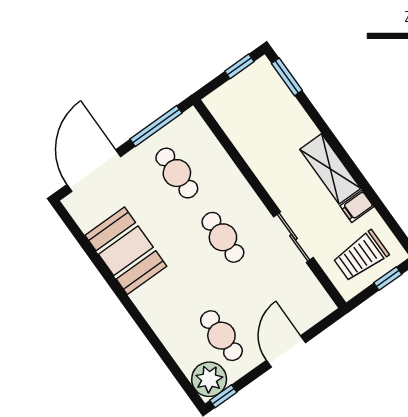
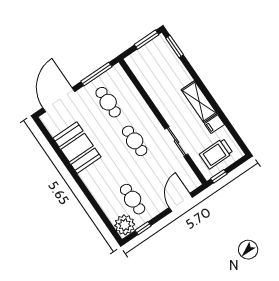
window: (239, 66) -> (147, 40), width x1.50
window: (388, 279) -> (219, 176), moved
door: (286, 351) -> (181, 202), moved
window: (223, 396) -> (143, 228), moved

